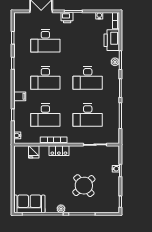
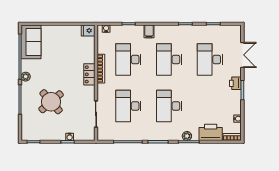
fridge: (34, 152) -> (88, 31), moved

